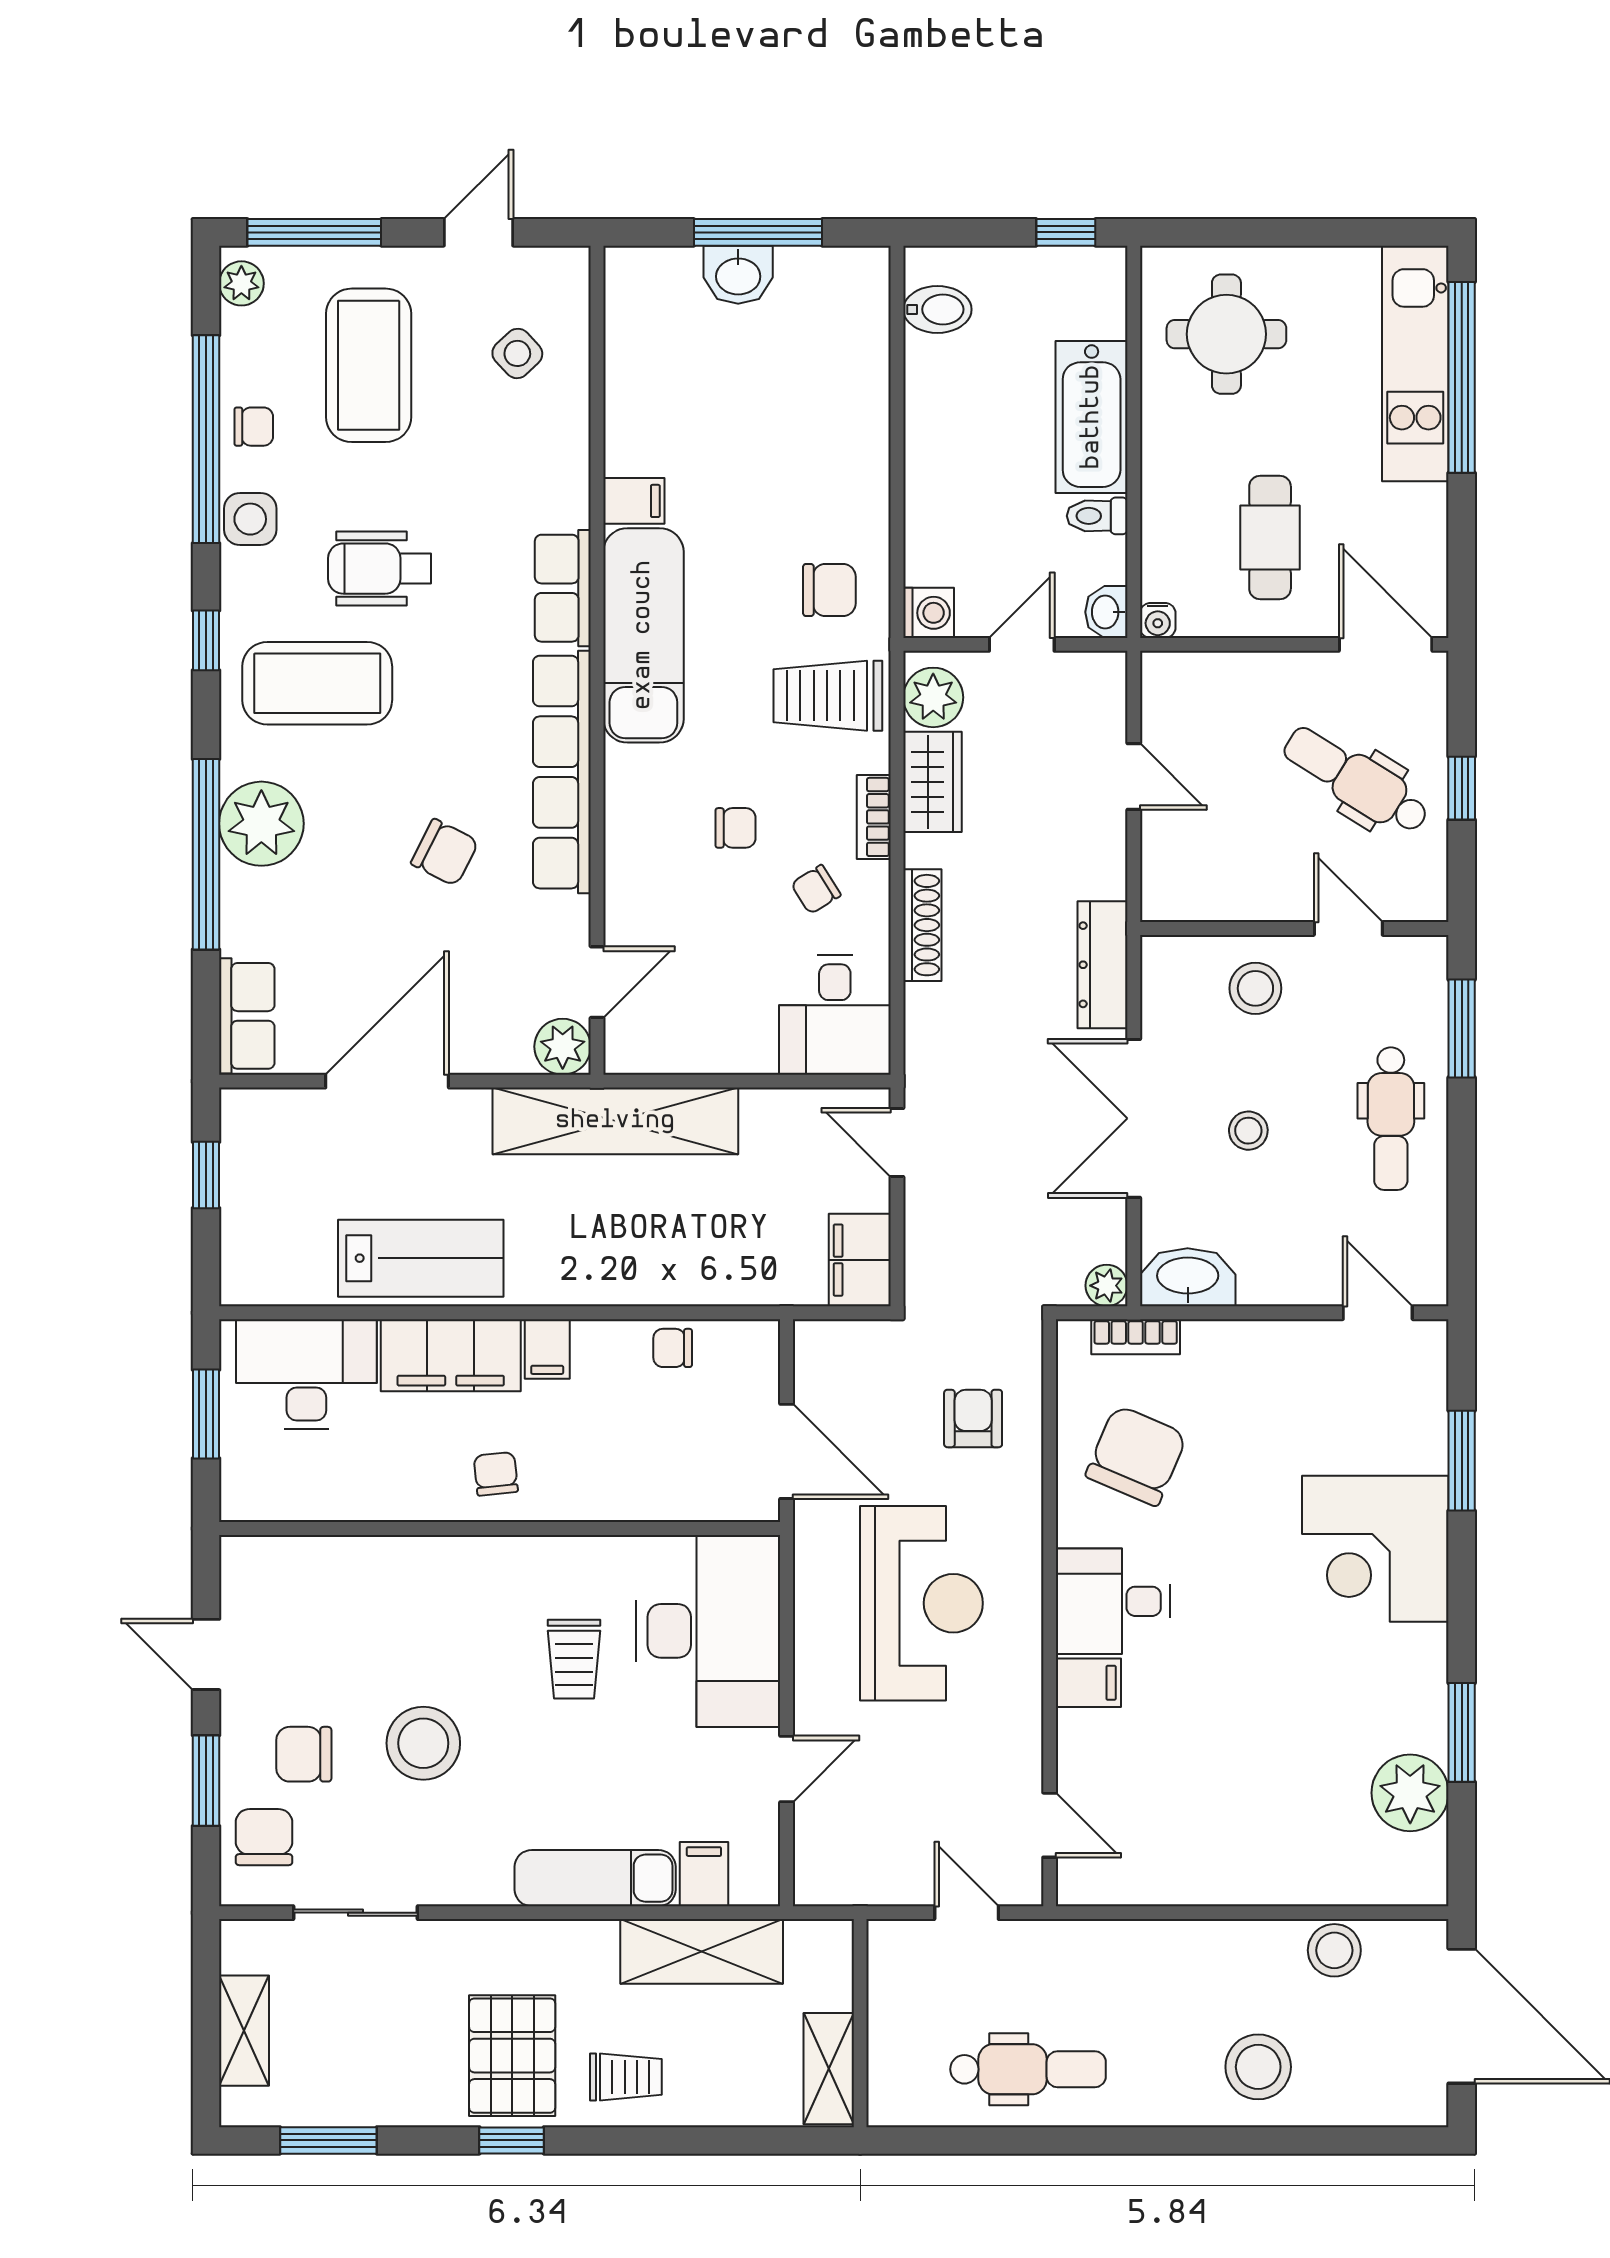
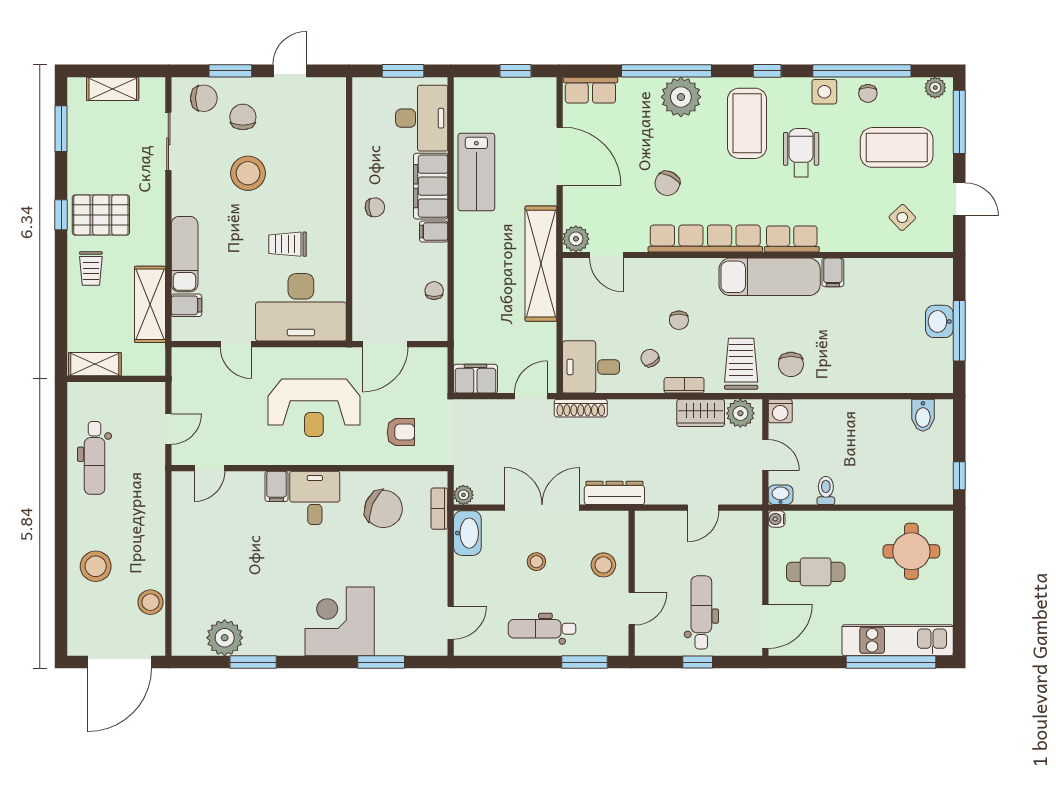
bathtub: (1092, 417) -> (872, 488), removed
dental chair: (1356, 780) -> (701, 612), turned -32
shoe rack: (922, 925) -> (581, 408), moved

